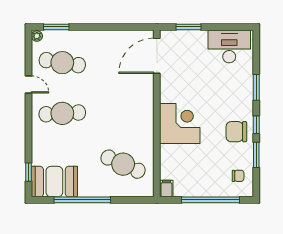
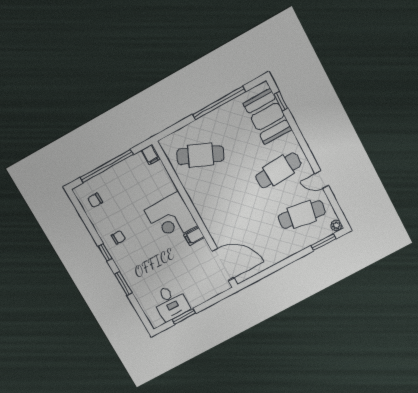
window: (189, 27) -> (184, 316), moved
desk: (229, 46) -> (171, 303), width x0.73
door: (157, 56) -> (223, 264), hinge flipped
filing cabinet: (168, 96) -> (194, 236), added
chair: (236, 132) -> (118, 237), width x0.54, depth x0.54
window: (256, 155) -> (90, 227), removed
booth: (54, 182) -> (268, 117), moved, turned 90

